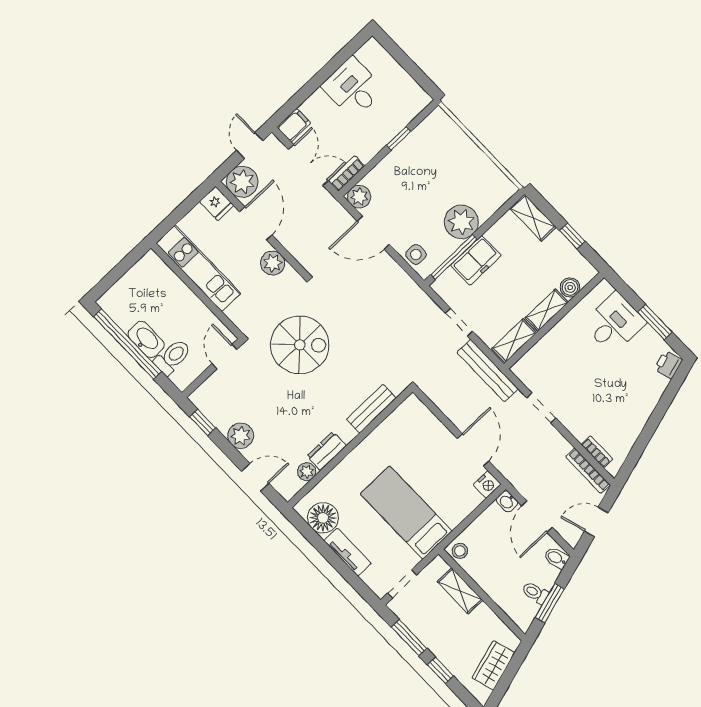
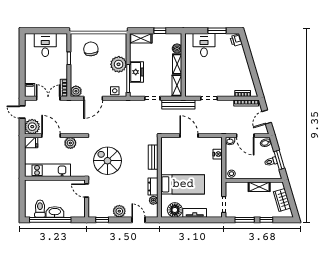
desk: (353, 88) -> (45, 45), moved, turned 90
chair: (445, 158) -> (91, 49), added
spiral stairs: (300, 345) -> (107, 161), turned -90
toilet: (173, 357) -> (40, 209), moved
door: (473, 450) -> (189, 136), moved
door: (255, 477) -> (138, 220), hinge flipped
nightstand: (487, 484) -> (218, 154), moved
bed: (406, 513) -> (183, 184), moved, turned 180
shelving: (460, 591) -> (259, 187), moved

